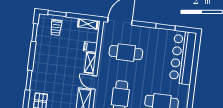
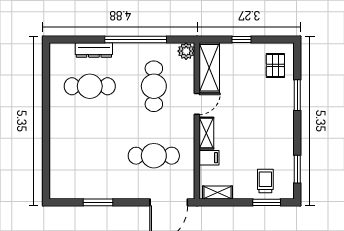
bar counter: (183, 58) -> (66, 159), removed
door: (94, 83) -> (197, 104), hinge flipped

